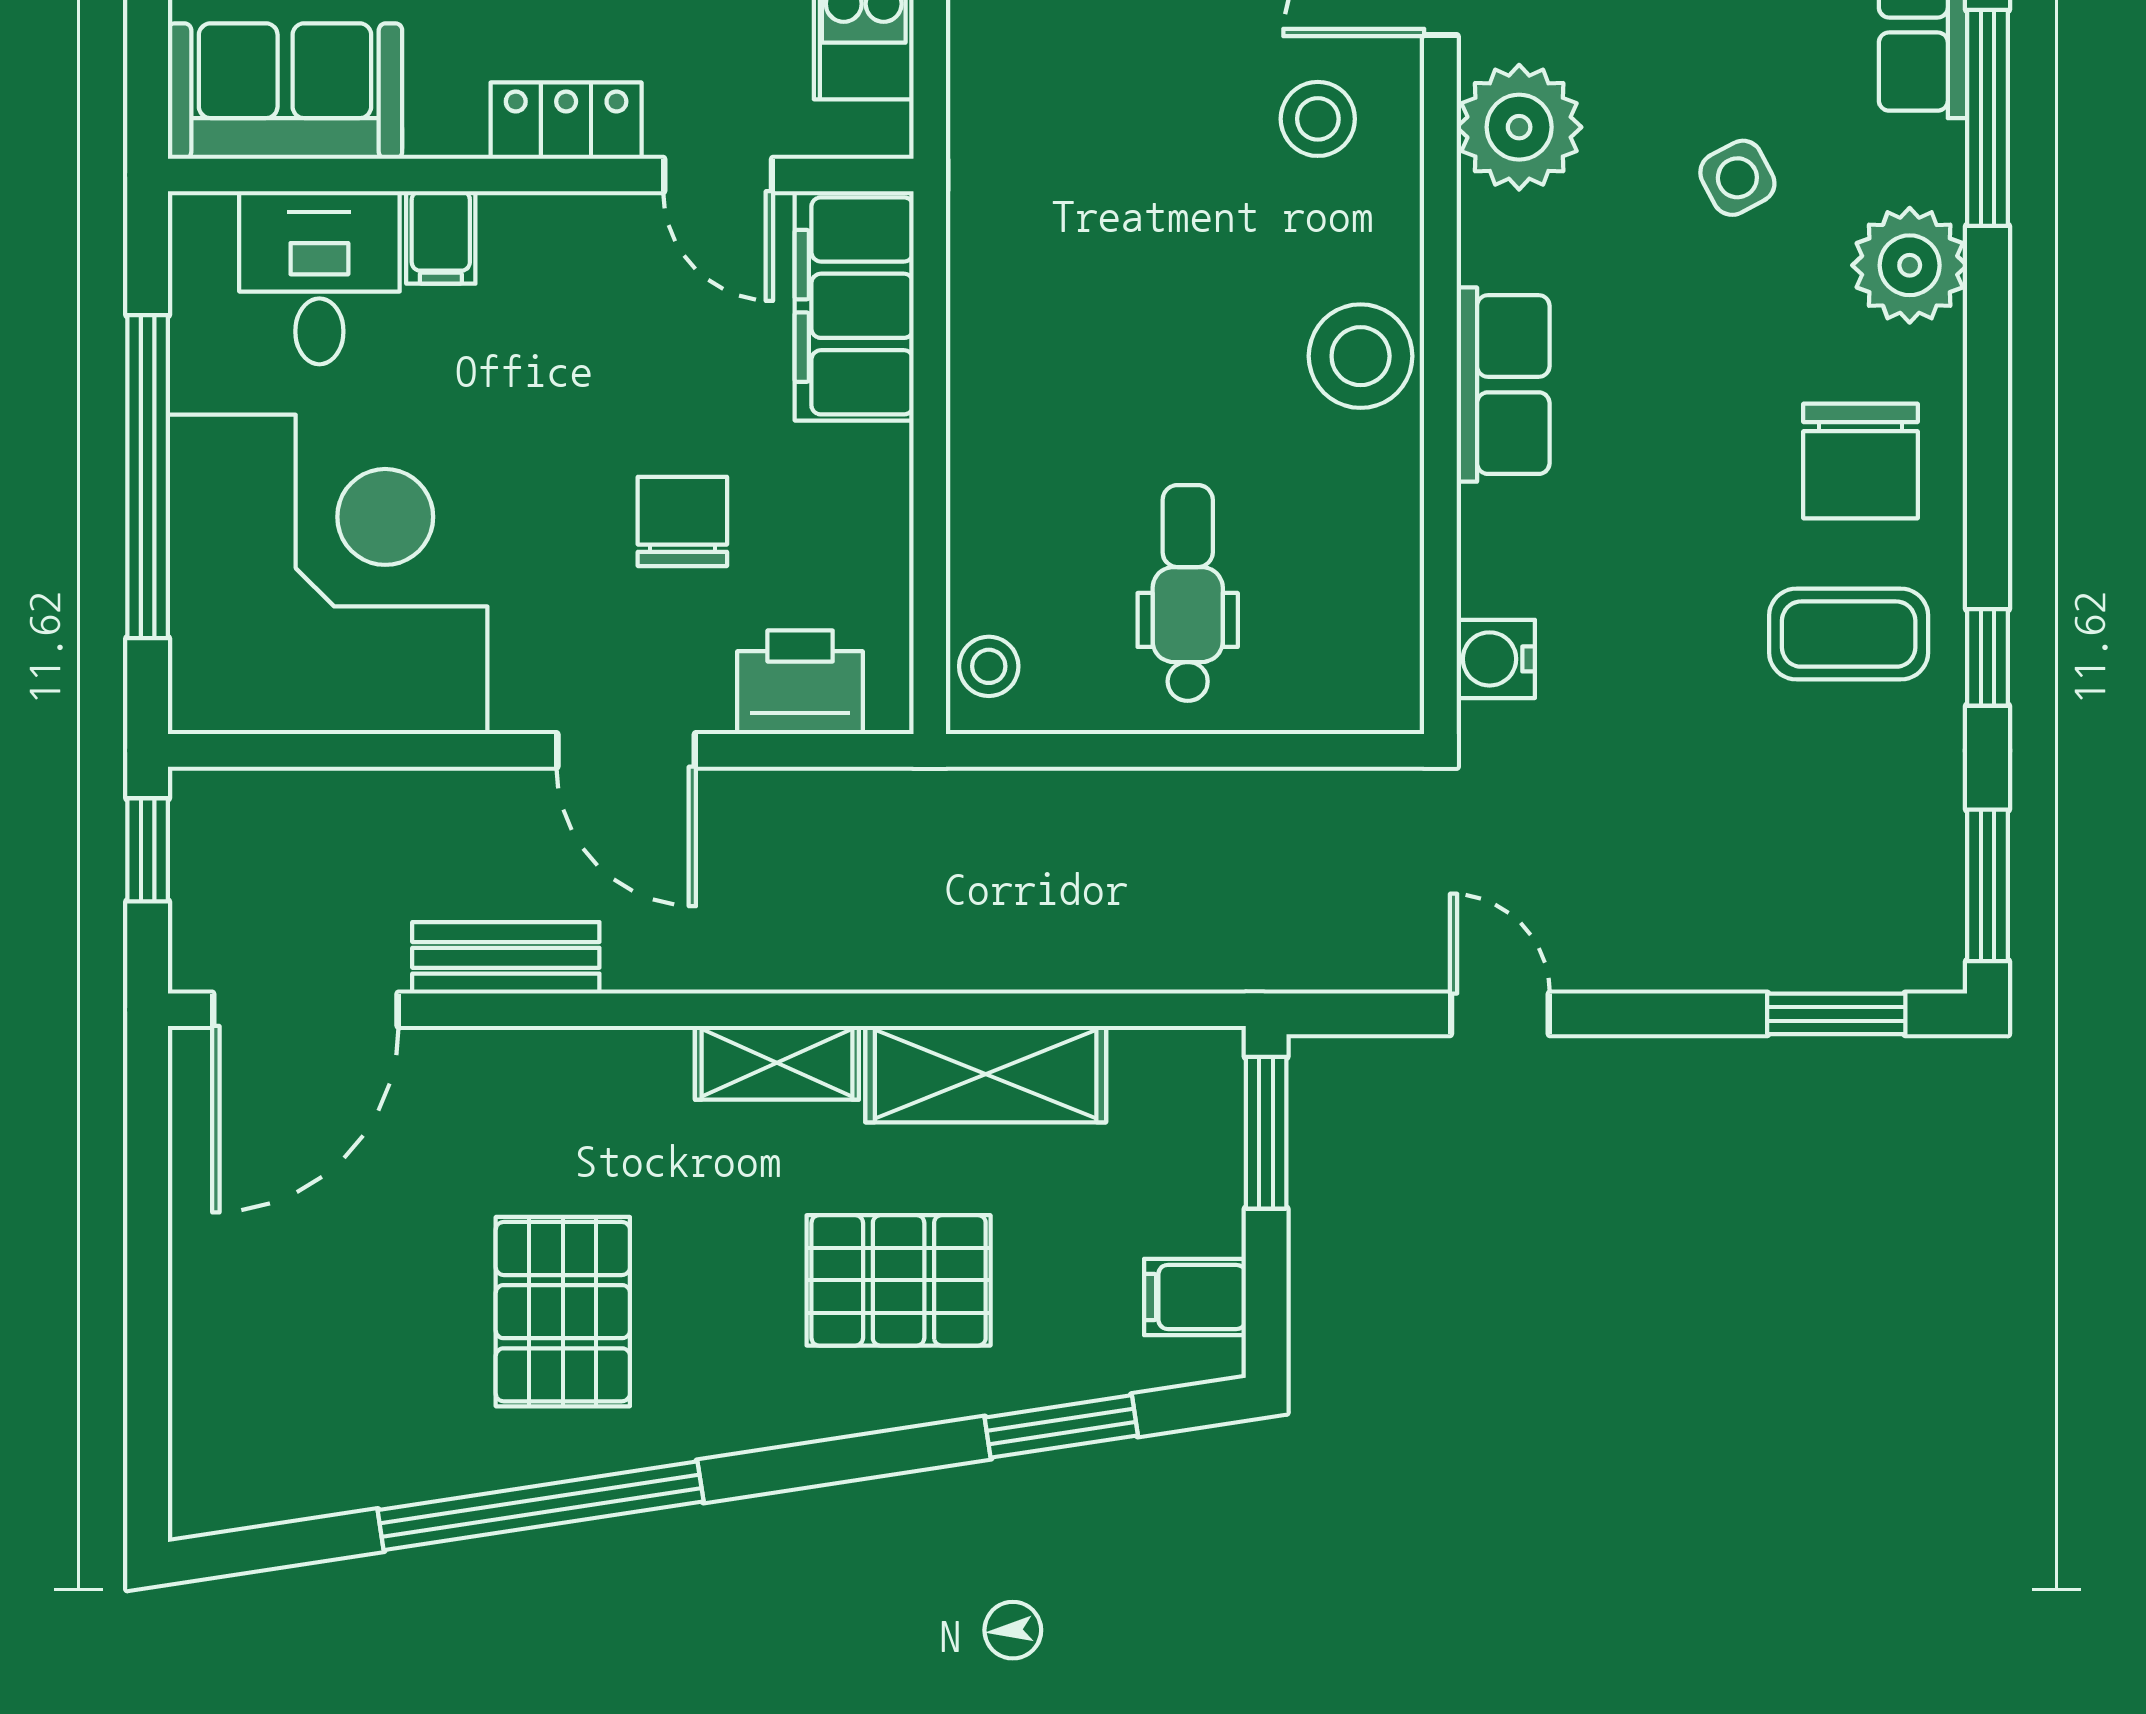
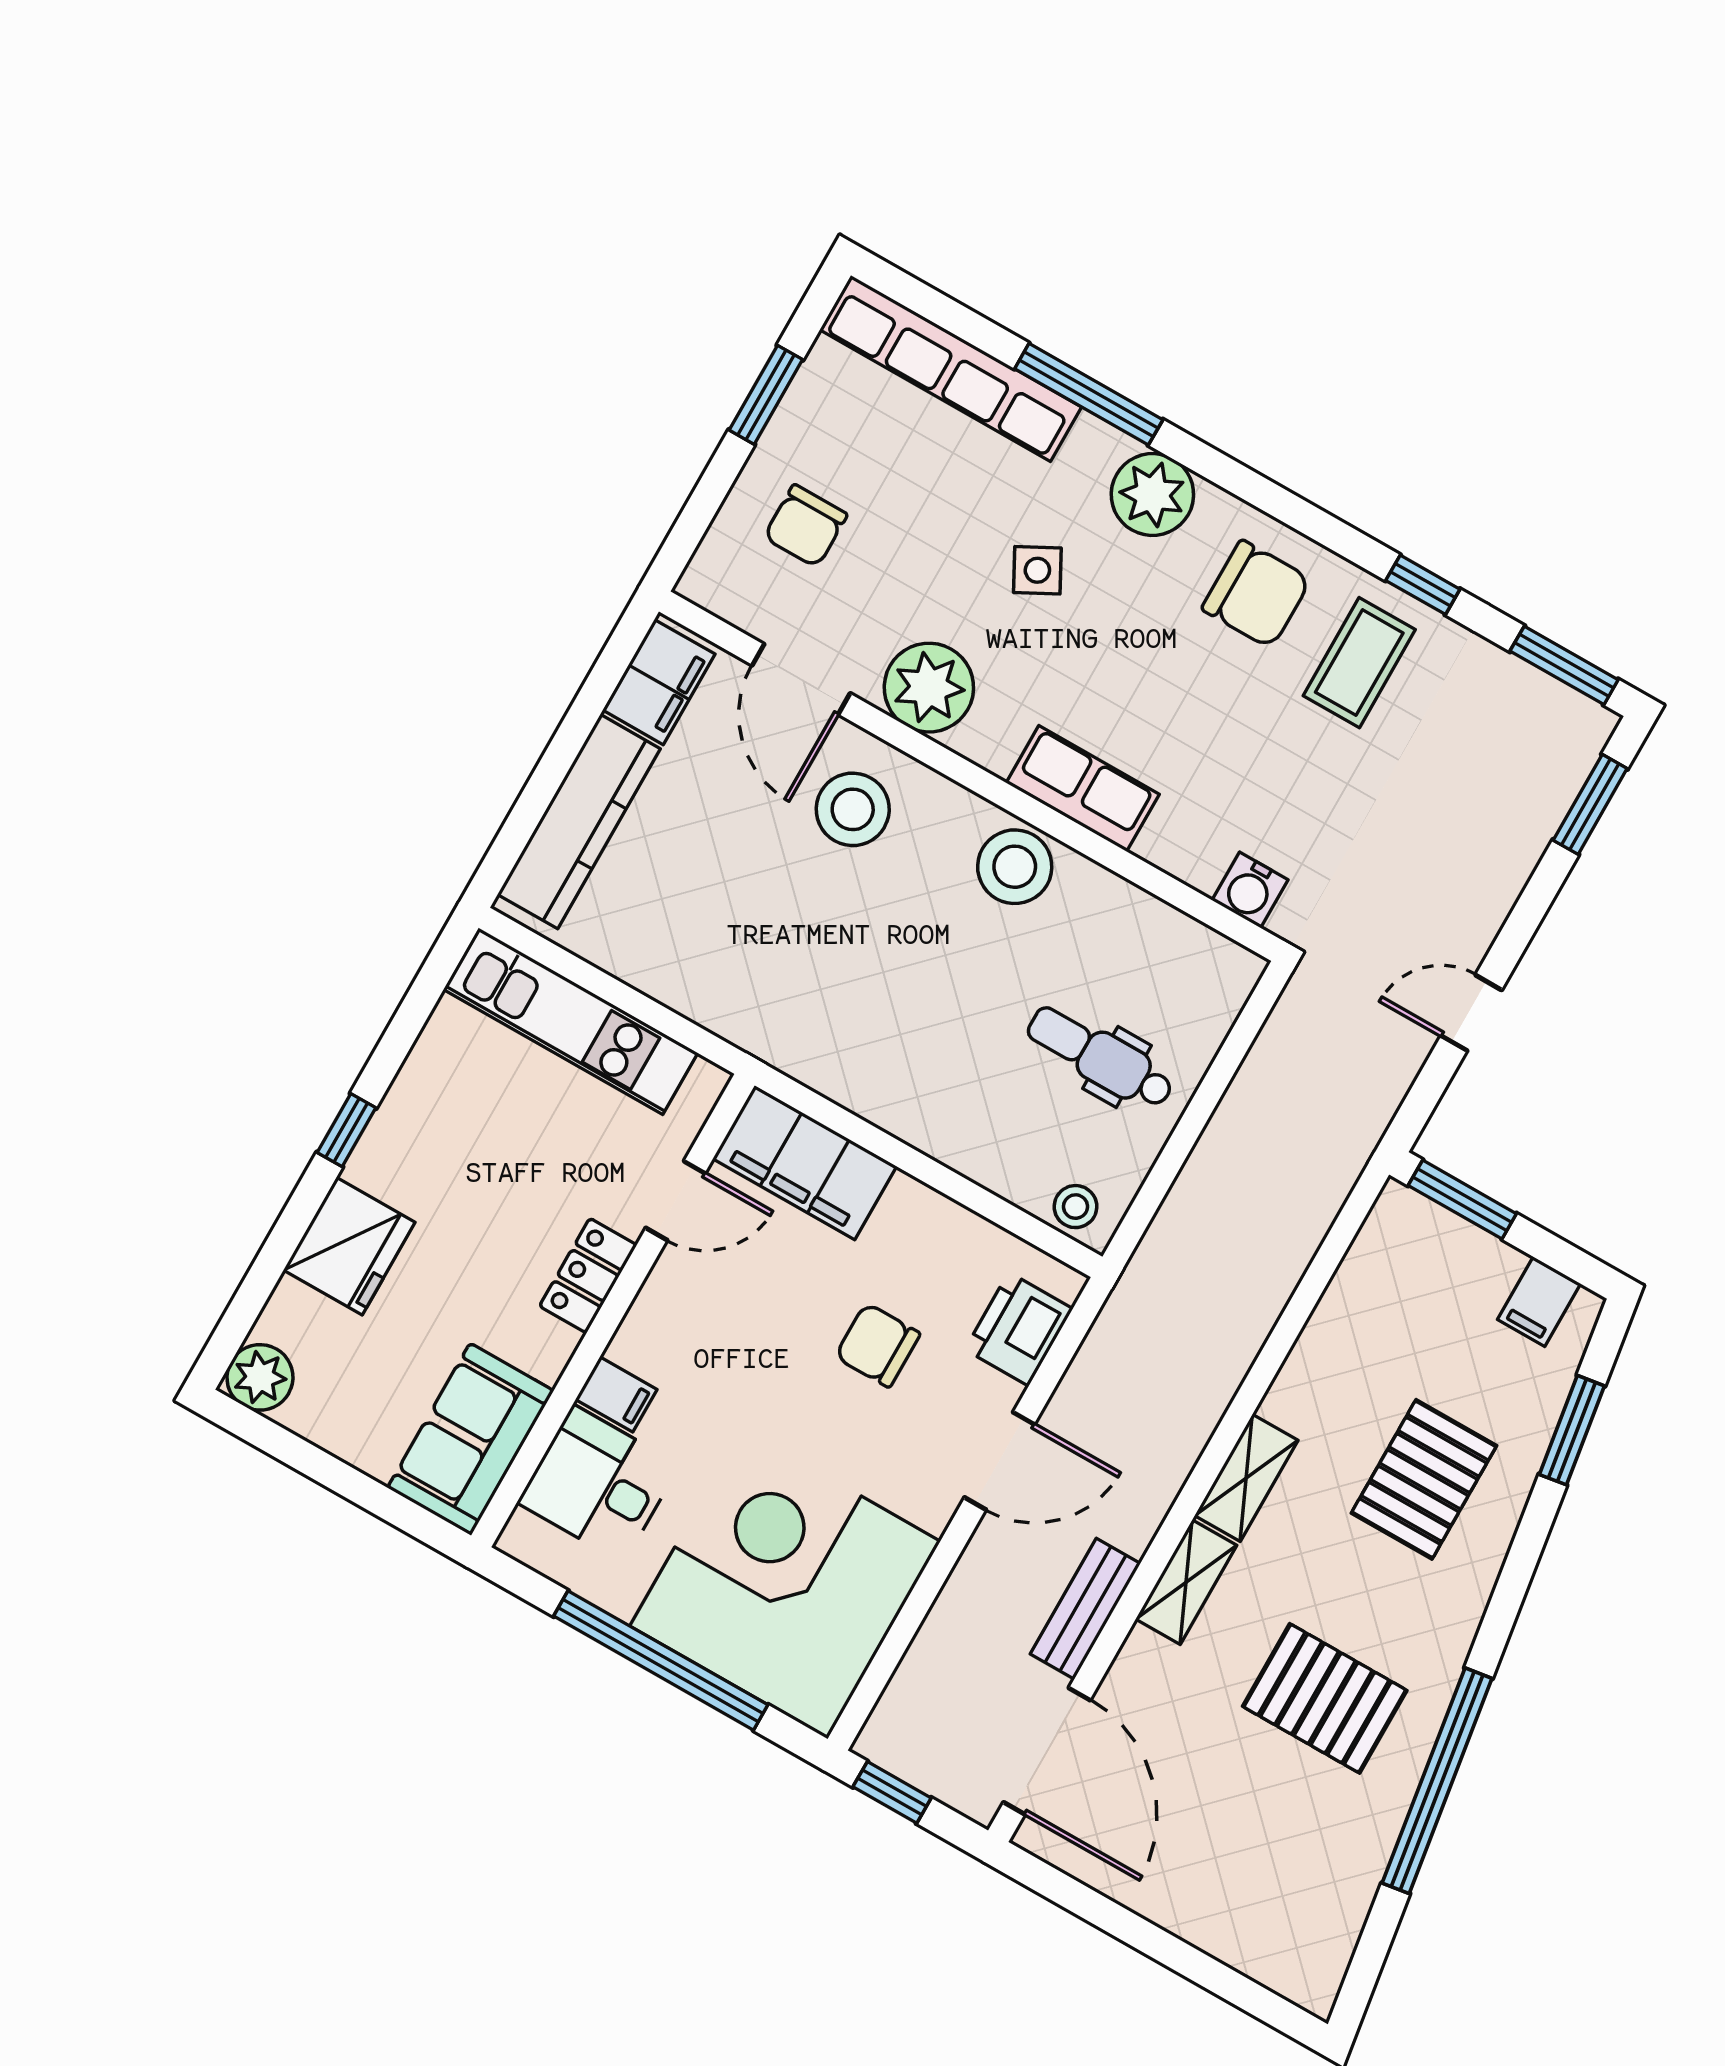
stool: (1318, 119) -> (853, 809), width x1.38, depth x1.38
shelving: (986, 1074) -> (1186, 1582), moved, width x0.67, depth x0.75

